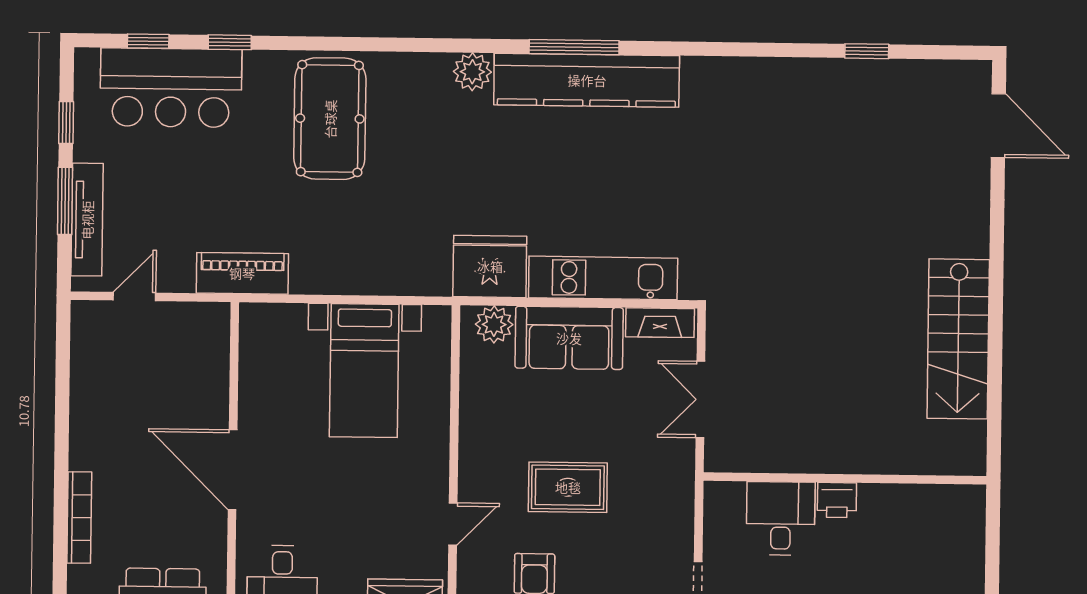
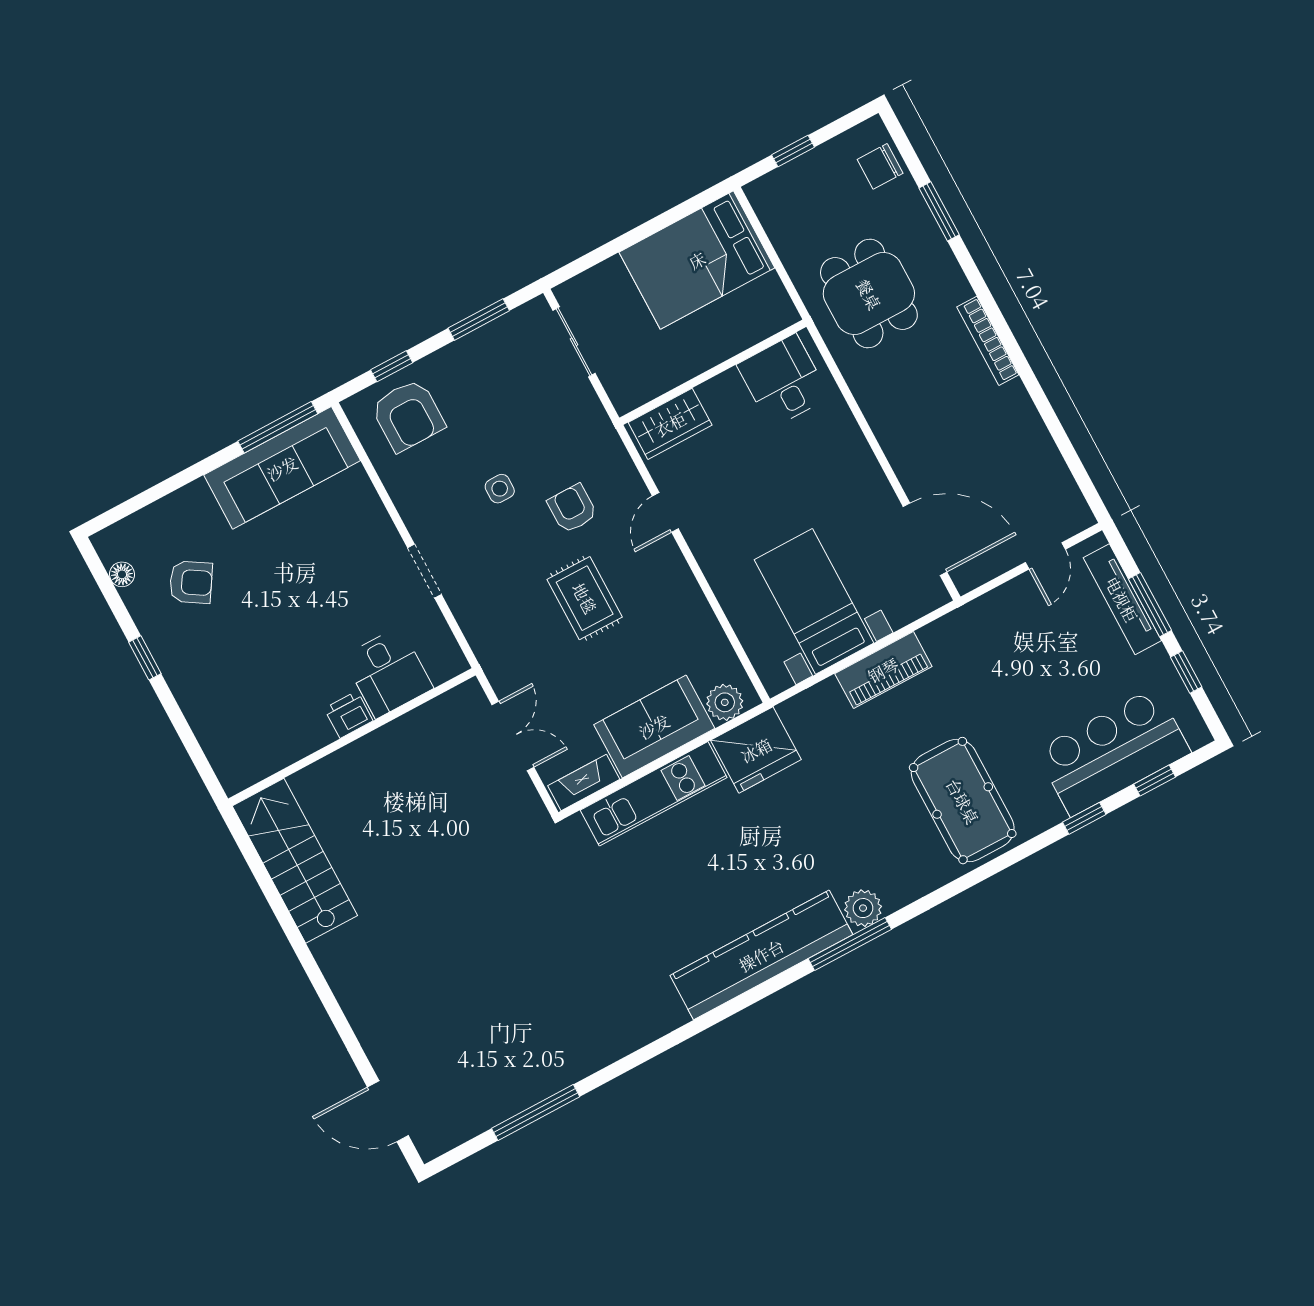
window: (574, 47) -> (850, 944), moved
window: (867, 51) -> (536, 1112), width x2.17
piano: (242, 273) -> (883, 670), moved
stairs: (958, 339) -> (295, 861), moved
door: (233, 470) -> (925, 539), moved
rug: (568, 487) -> (585, 598), turned 90

